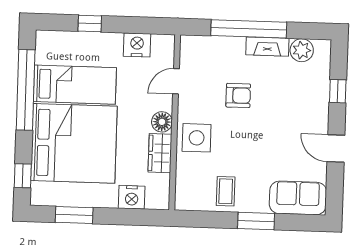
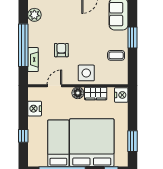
fireplace: (267, 47) -> (33, 60), moved
door: (176, 81) -> (54, 86), swing flipped
nightstand: (132, 197) -> (121, 95), moved

